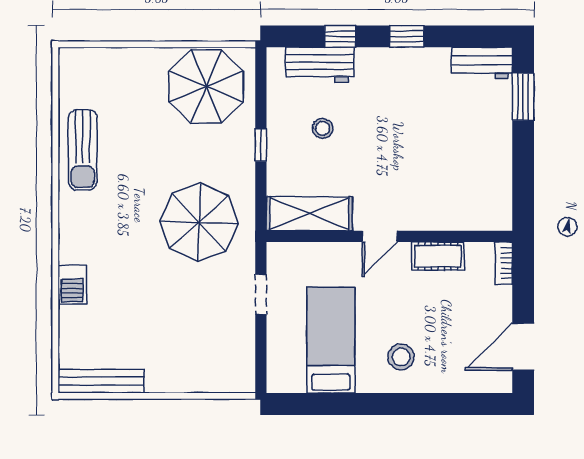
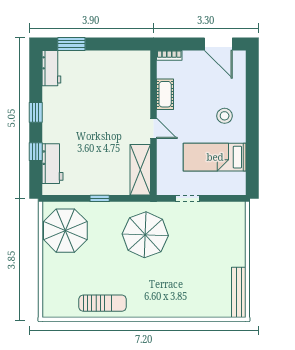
stool: (323, 128) -> (90, 162), removed
barbecue: (72, 285) -> (182, 309), removed

